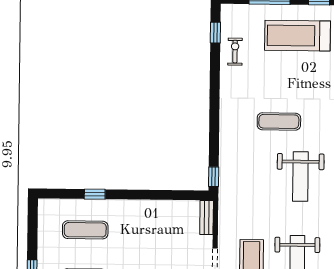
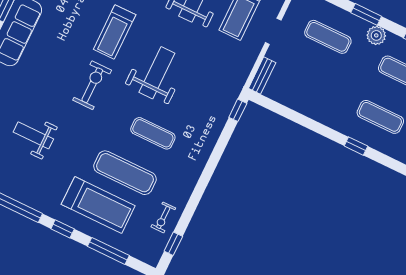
exercise mat: (287, 75) -> (125, 173), added

